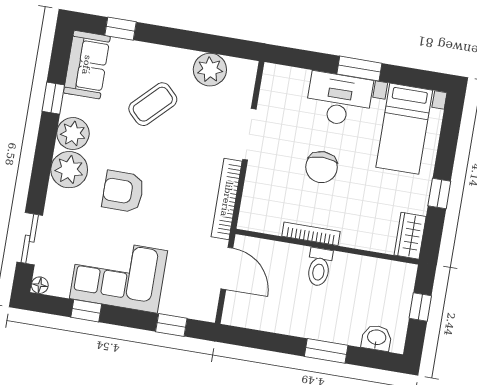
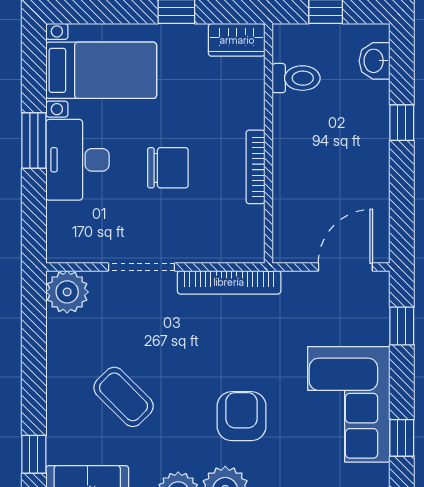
plant: (210, 70) -> (67, 292), moved
armchair: (123, 191) -> (242, 416), turned 180
toilet: (319, 267) -> (296, 78), moved
door: (227, 268) -> (345, 267), moved
window: (326, 351) -> (402, 123), width x0.67

